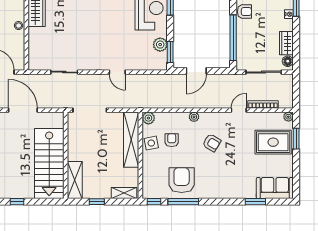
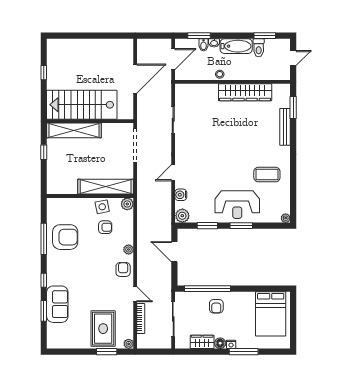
armchair: (244, 12) -> (216, 306), moved
plant: (160, 45) -> (182, 216), moved
window: (170, 52) -> (207, 226), moved
floor lamp: (288, 61) -> (220, 343), moved
water cooler: (139, 64) -> (181, 195), added
armchair: (212, 143) -> (123, 269), moved, turned 149
shelving: (75, 180) -> (74, 130), width x1.47
sofa: (275, 188) -> (57, 304), moved
shelving: (124, 193) -> (52, 180), removed
window: (154, 202) -> (44, 280), moved

